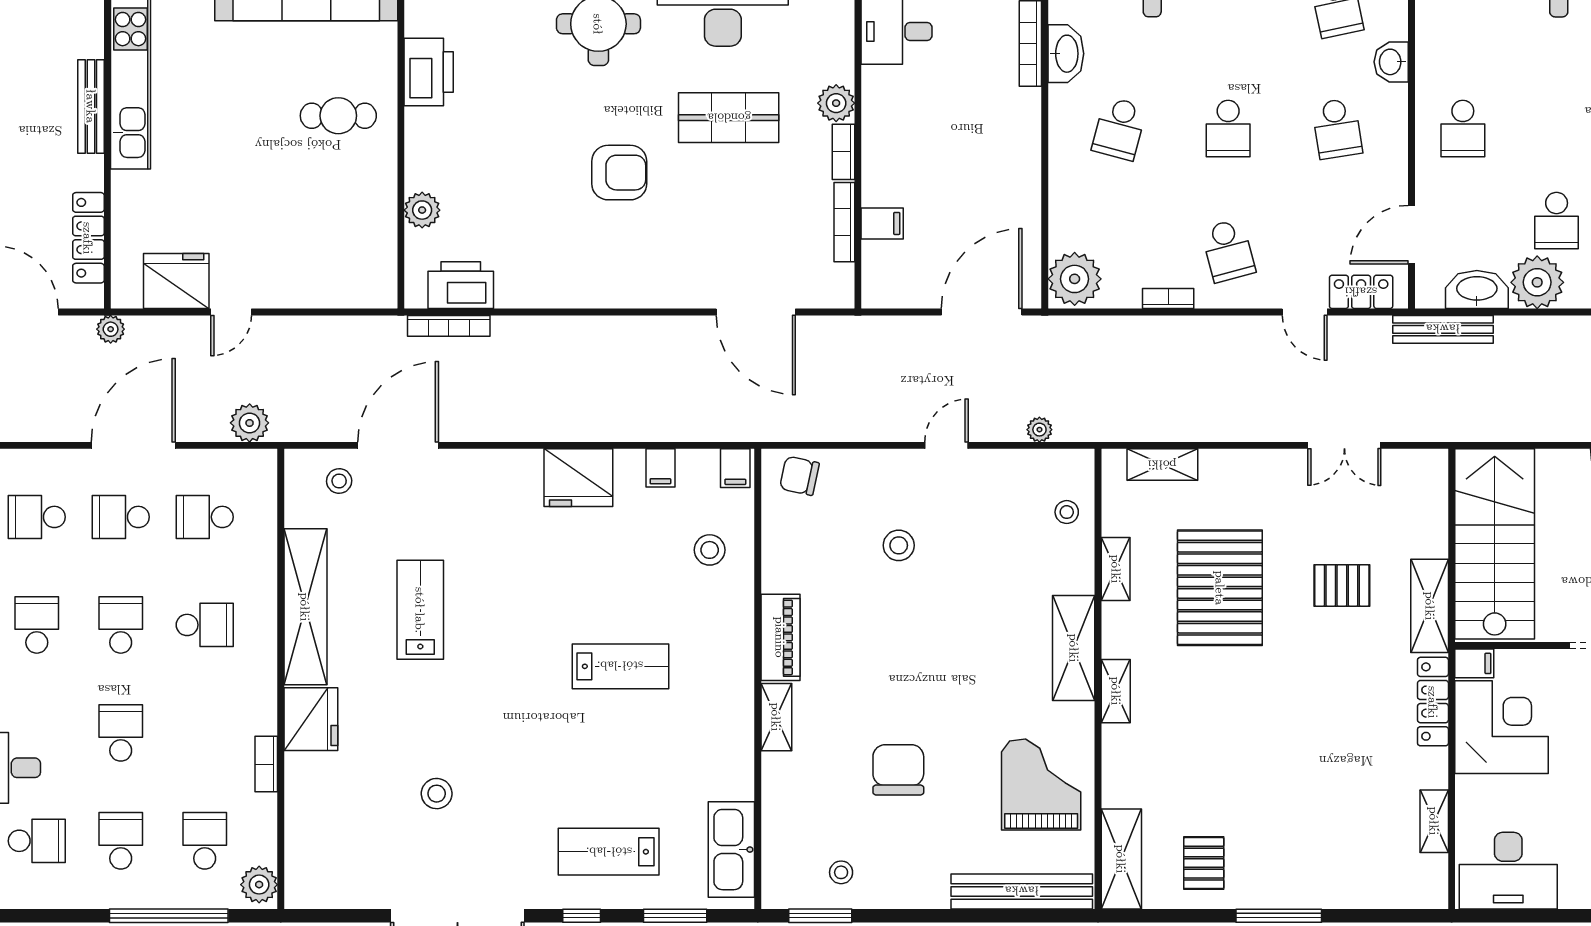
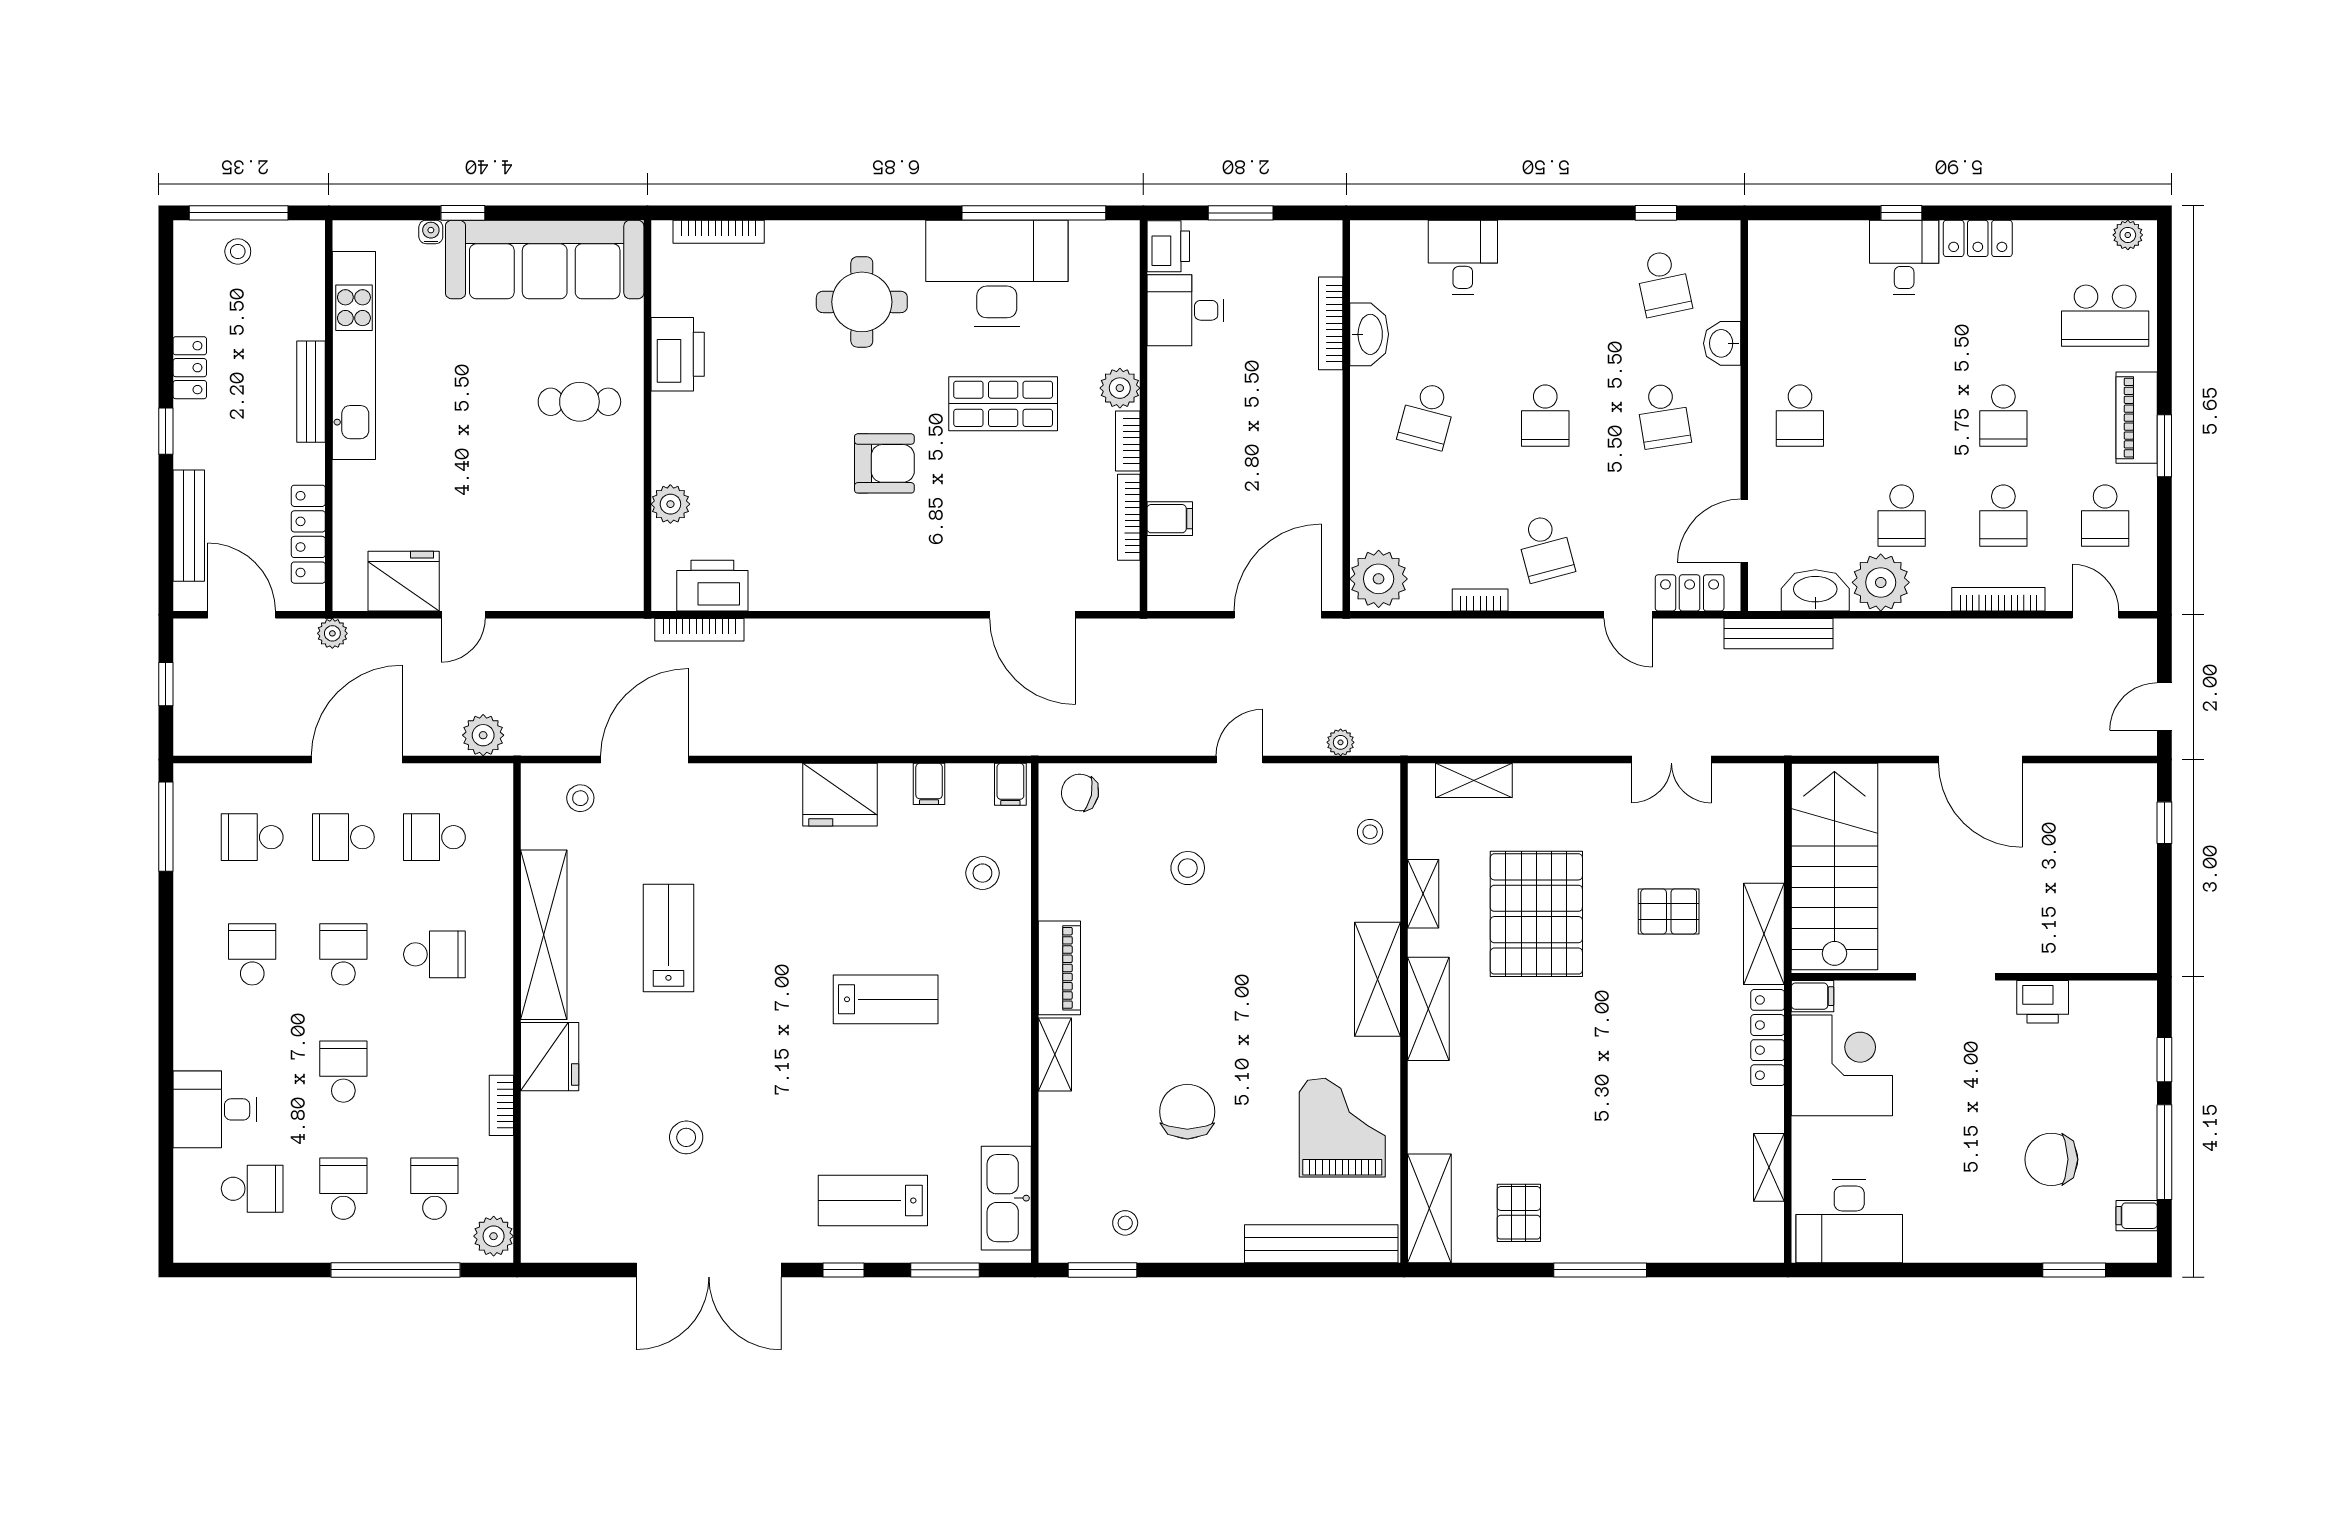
shelving: (1116, 691) -> (1428, 1009), width x1.50, depth x1.33

